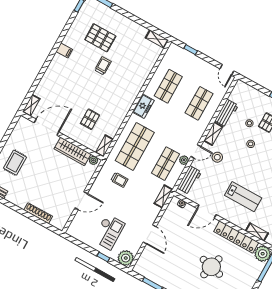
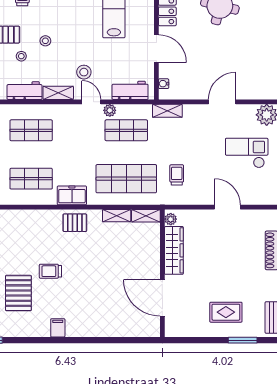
shelving: (31, 105) -> (117, 216), moved
pallet: (90, 119) -> (75, 223), moved

